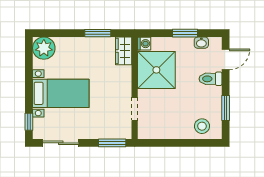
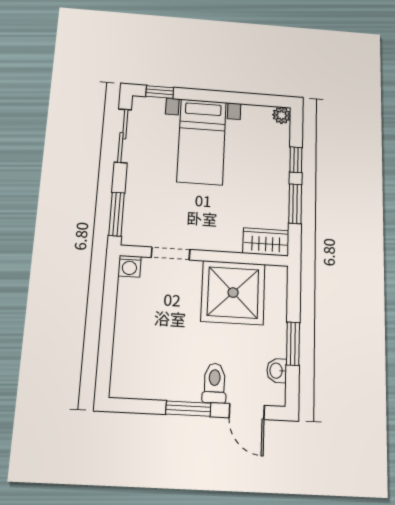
window: (68, 33) -> (296, 160), added
washing machine: (144, 44) -> (130, 266), moved
plant: (44, 48) -> (282, 115), width x0.53, depth x0.53
window: (226, 108) -> (188, 409), moved
stool: (202, 126) -> (134, 364), removed

